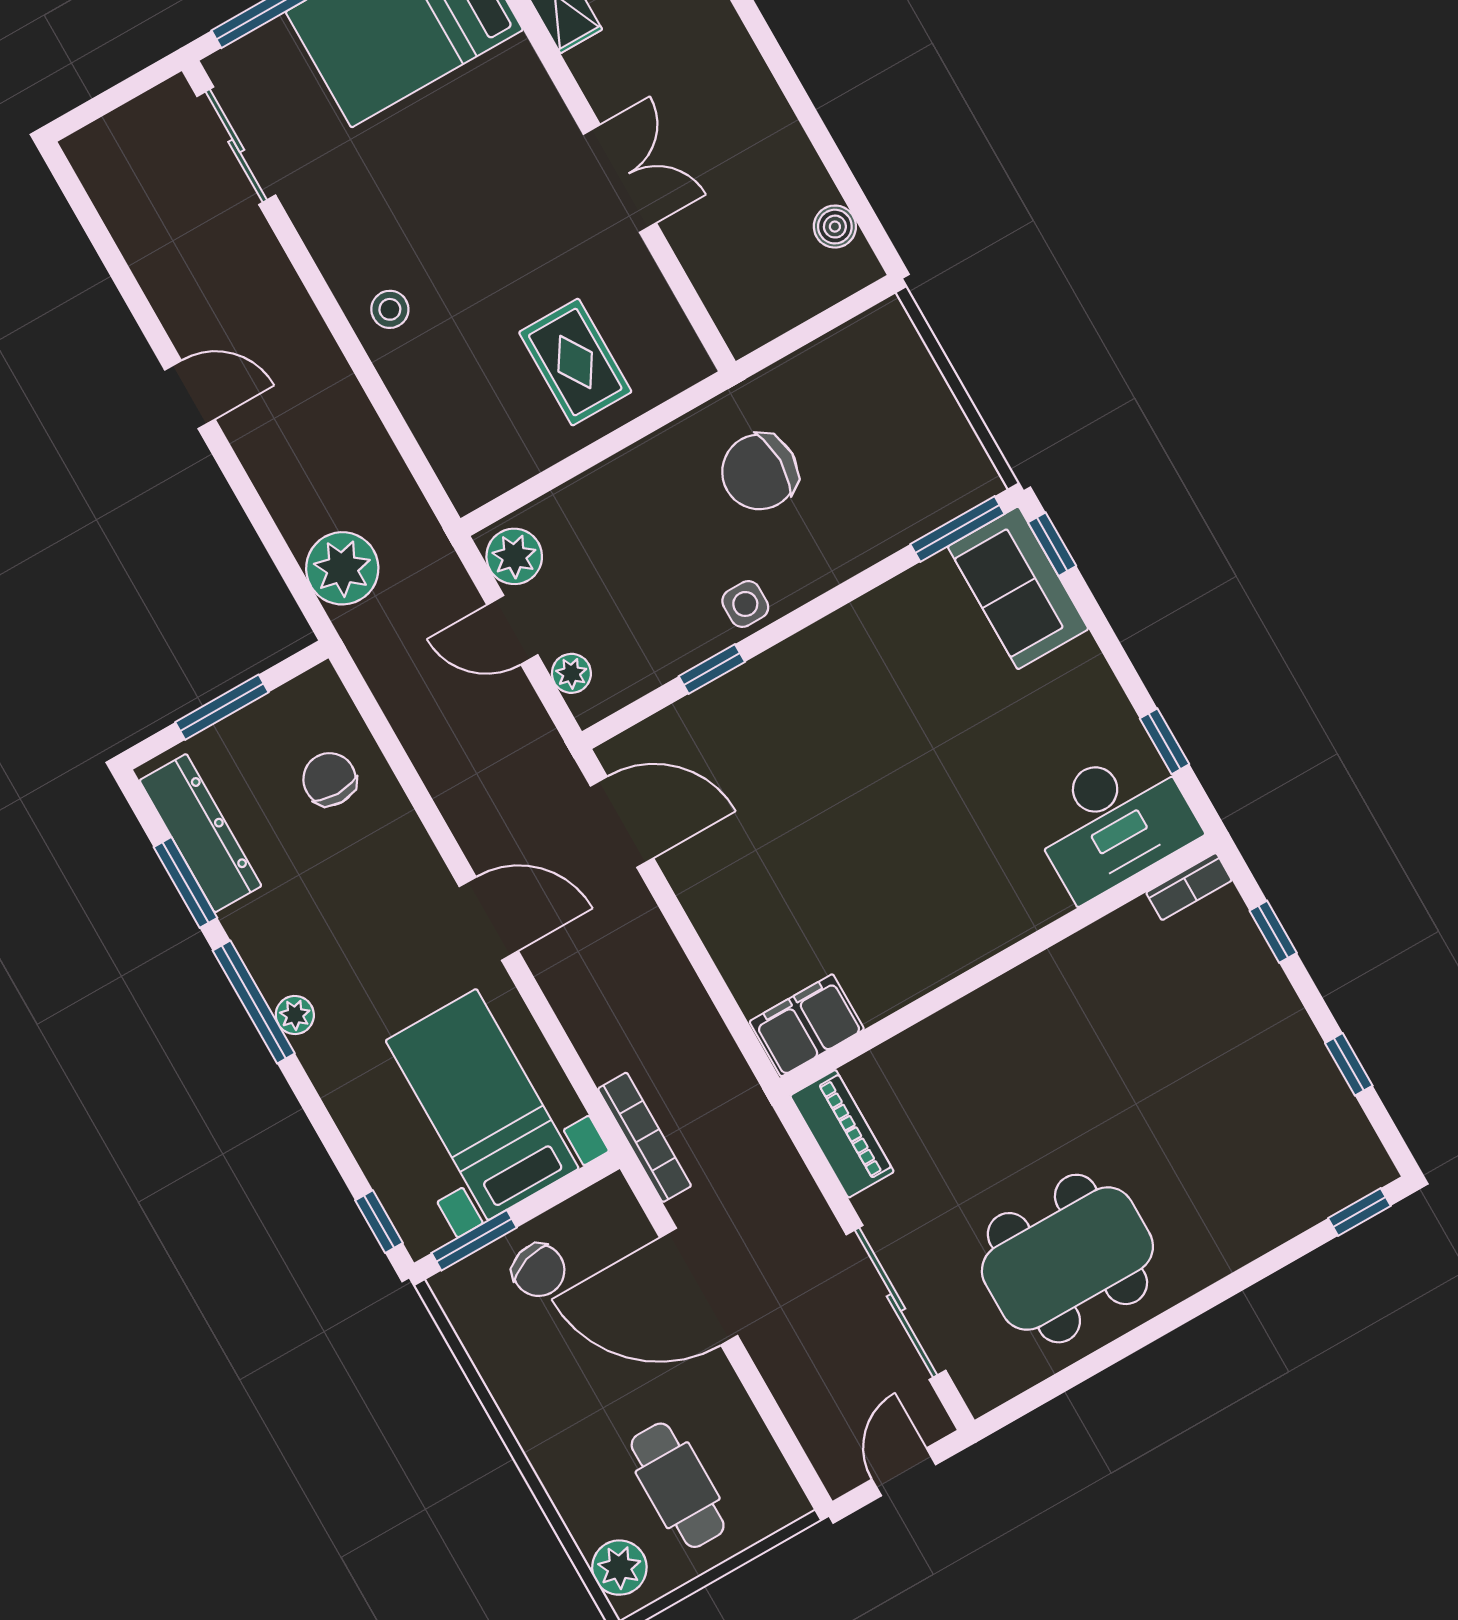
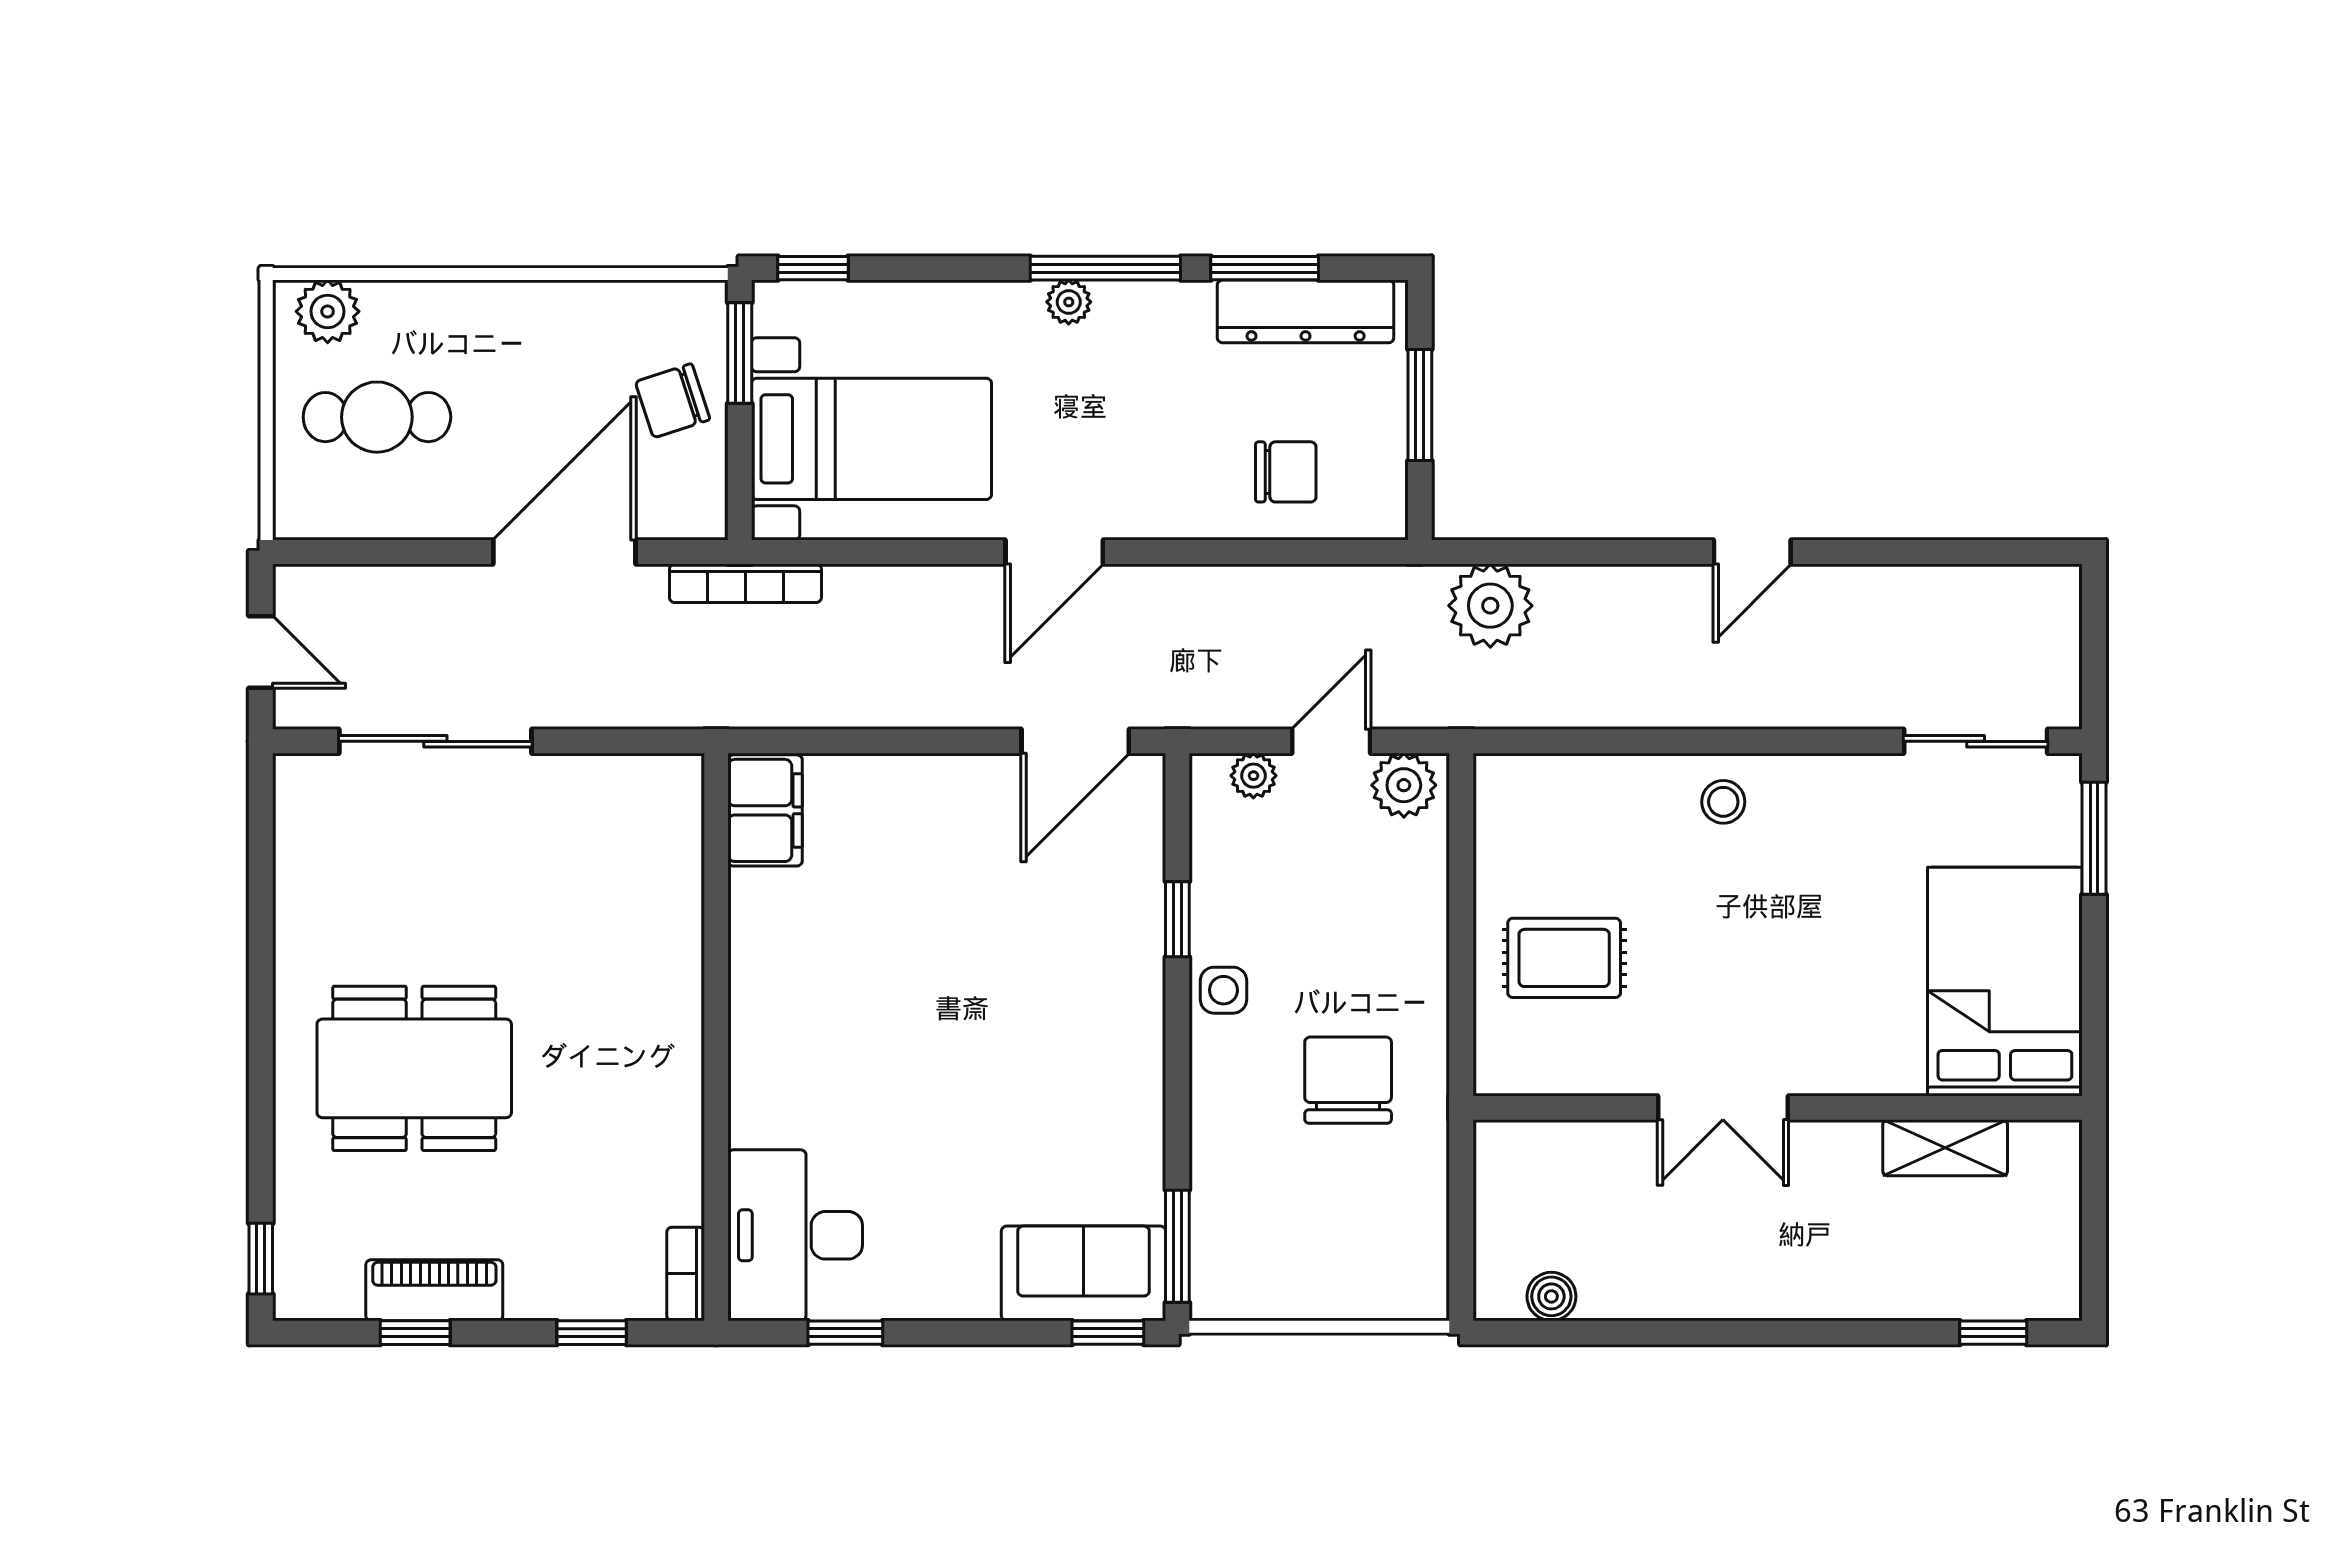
piano: (842, 1134) -> (434, 1290), moved, turned 180
dining table: (1067, 1259) -> (414, 1068), moved, turned 90

